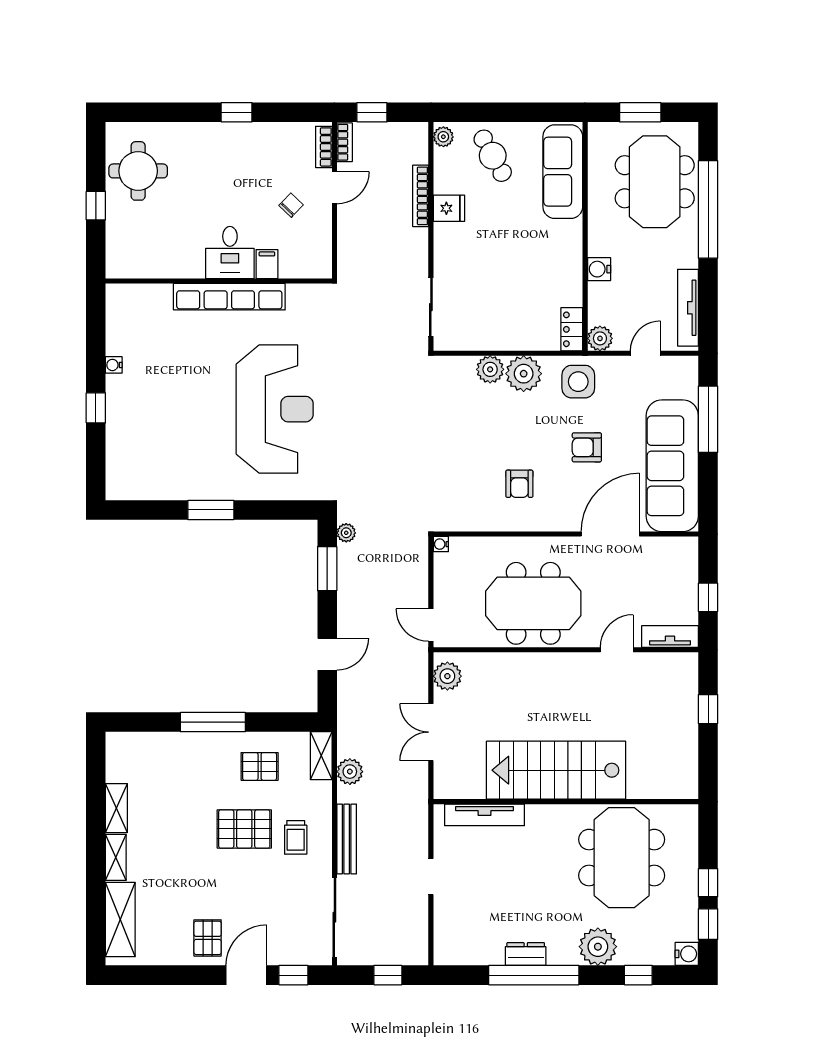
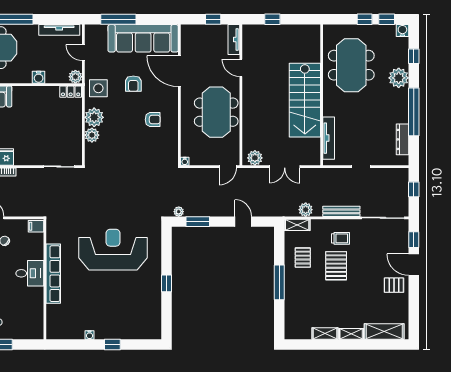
filing cabinet: (267, 264) -> (36, 226), moved
window: (211, 510) -> (167, 283), width x0.67
meeting table: (622, 858) -> (351, 65), turned 90
dresser: (526, 954) -> (403, 139), moved, width x1.44

